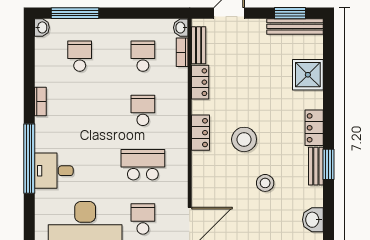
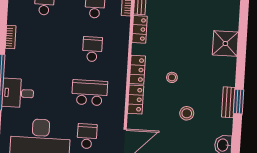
shower: (308, 75) -> (225, 43), moved
locker: (314, 128) -> (136, 100), moved, turned 180
stool: (244, 139) -> (172, 77), width x0.53, depth x0.53

